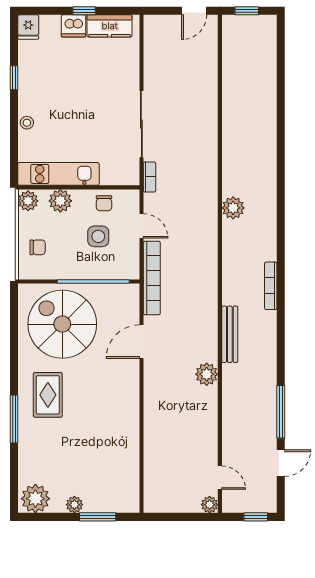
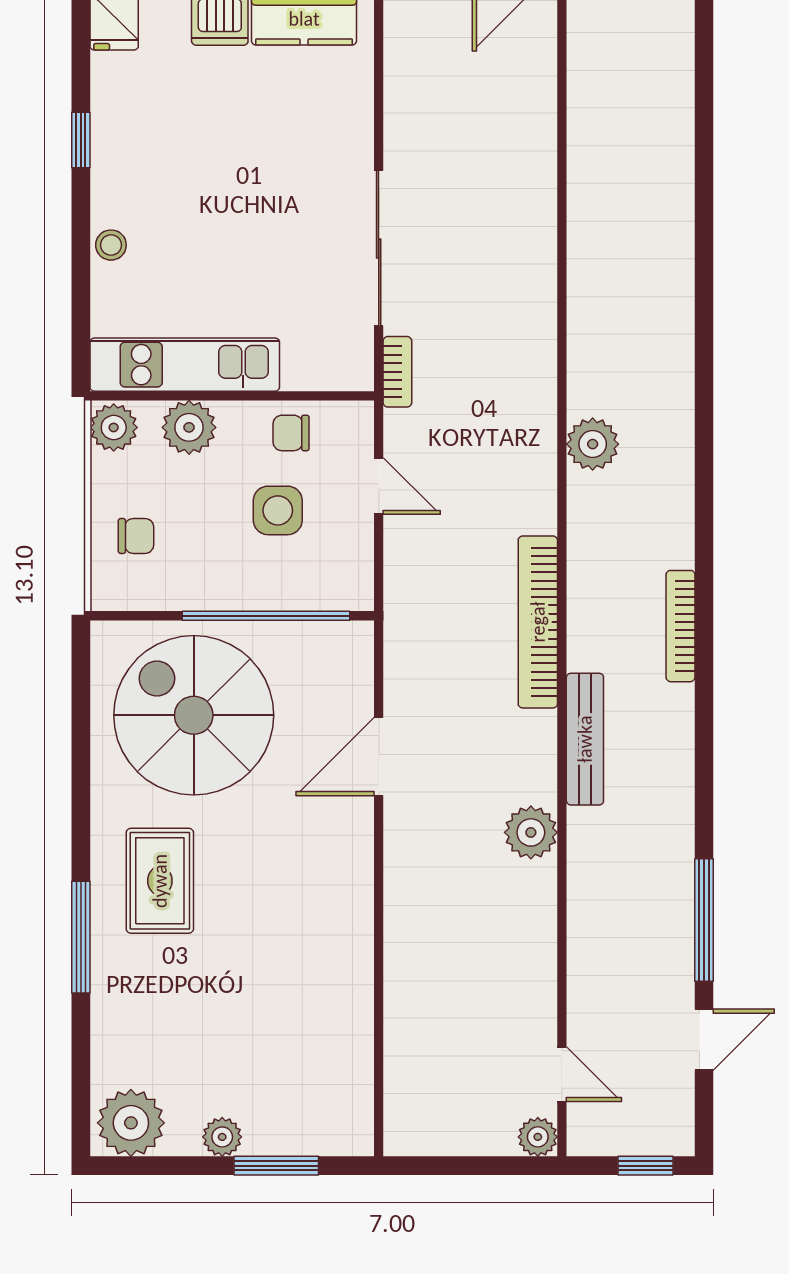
chair: (104, 203) -> (291, 433), turned 90
bookcase: (152, 278) -> (538, 622), moved, turned 180

